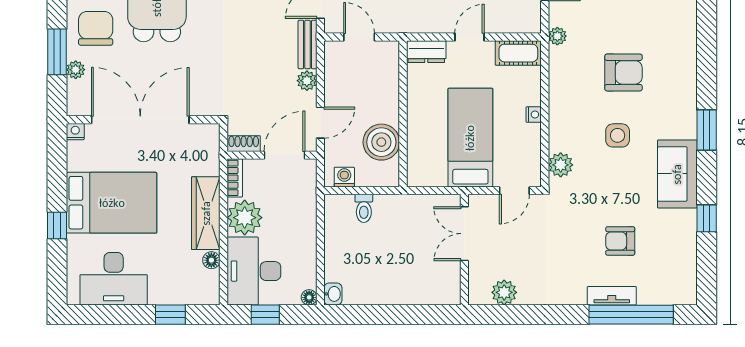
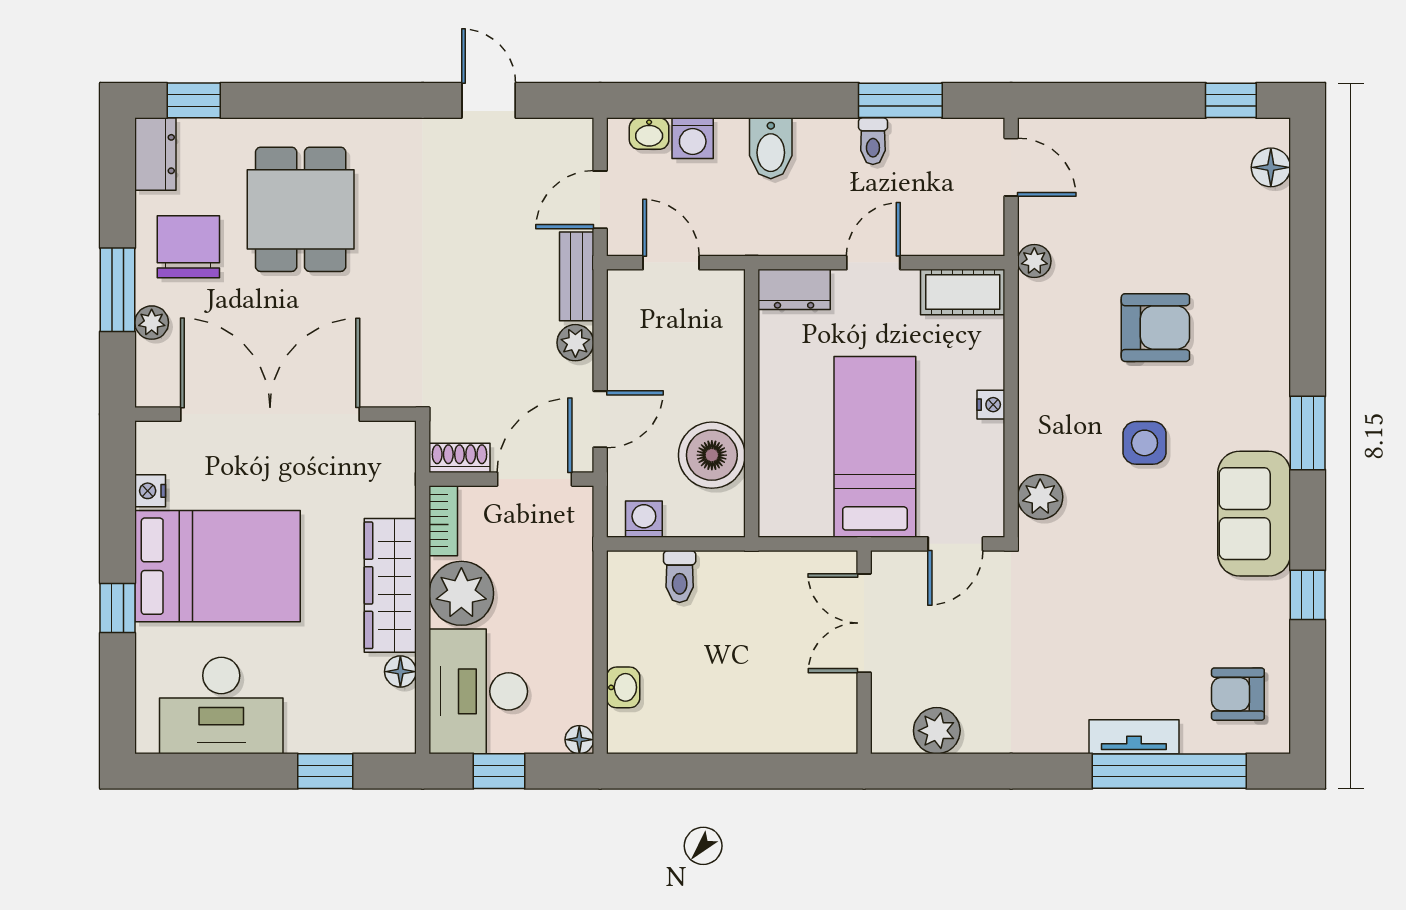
nightstand: (75, 132) -> (150, 491), moved, turned -90
armchair: (620, 241) -> (1238, 694), moved
washbasin: (333, 294) -> (623, 687), moved

